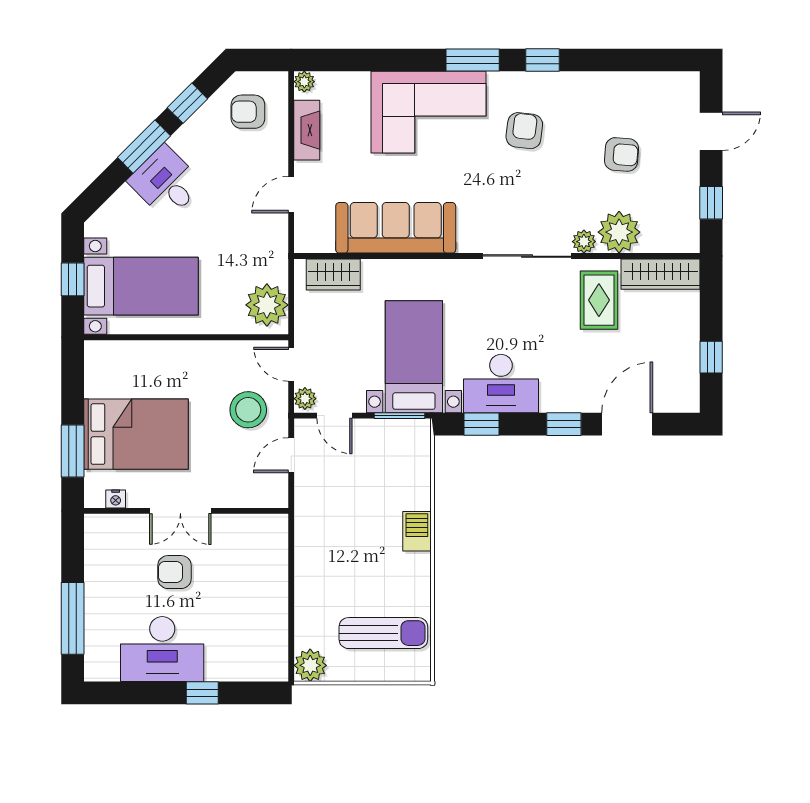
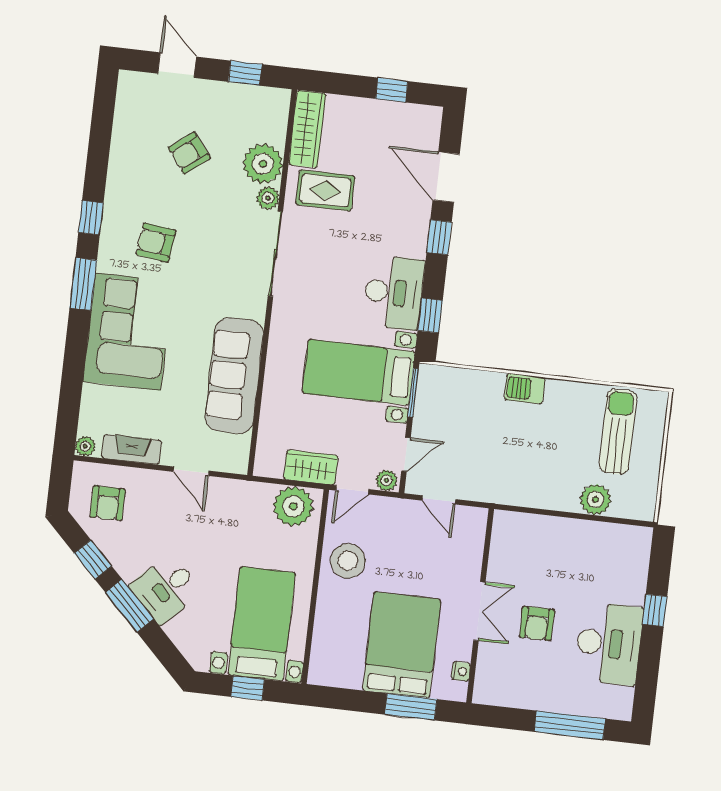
armchair: (622, 154) -> (189, 153), turned -133
wardrobe: (333, 274) -> (311, 467), moved, turned -90
stool: (248, 410) -> (348, 561), moved
plant: (310, 665) -> (595, 500), moved

